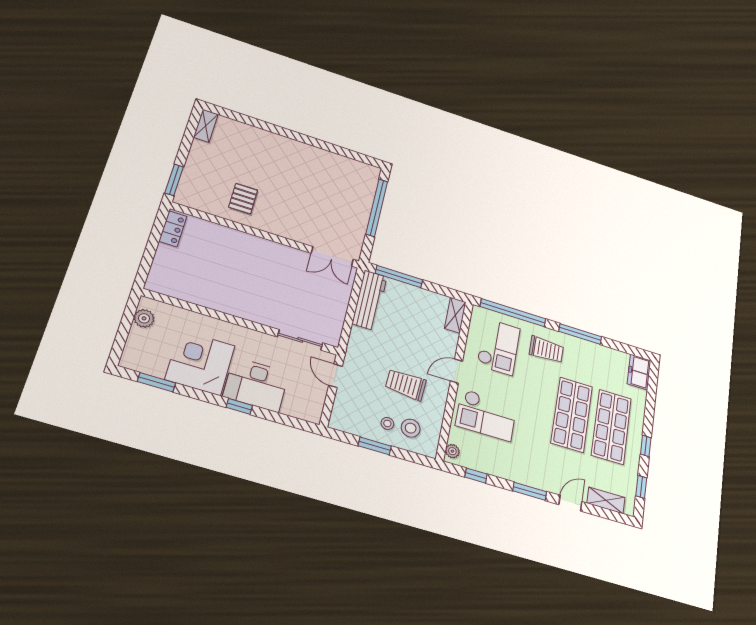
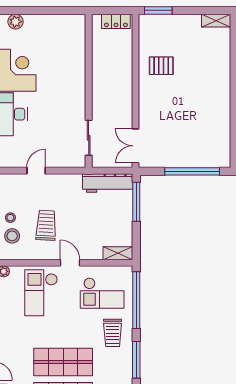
plant: (144, 318) -> (15, 22), moved
wall: (241, 322) -> (89, 91), moved
sliding door: (300, 340) -> (89, 138), moved

